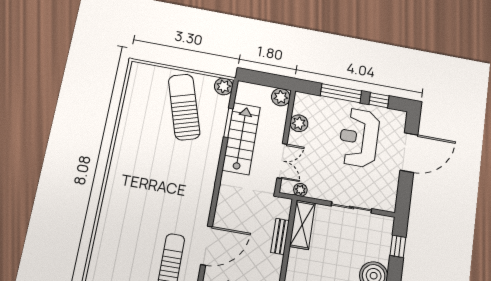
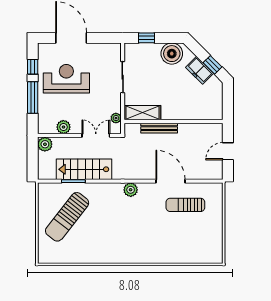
plant: (224, 86) -> (131, 190), moved
sun lounger: (184, 107) -> (67, 217), turned -35
reception desk: (359, 138) -> (66, 79), turned 180
bench: (280, 236) -> (159, 128), width x1.36

